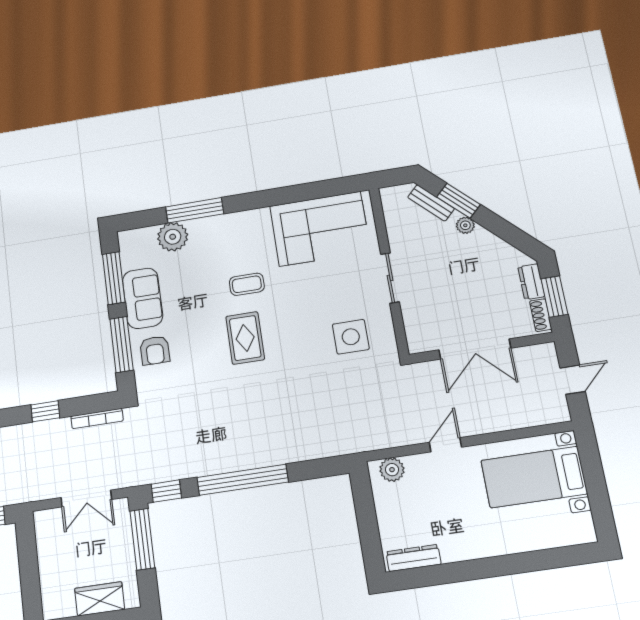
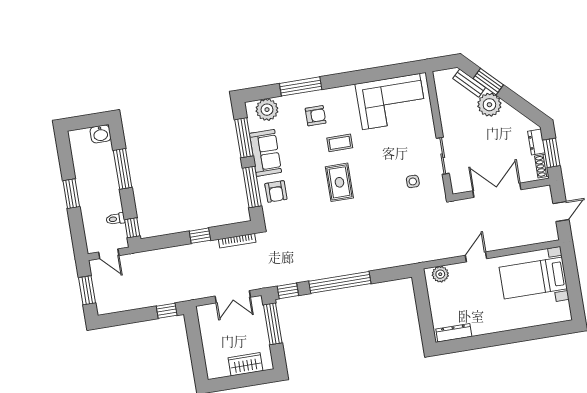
plant: (465, 225) -> (489, 105), width x1.87, depth x1.87
plant: (173, 237) -> (267, 110), moved
armchair: (214, 248) -> (316, 116), added
sliding door: (390, 278) -> (443, 156), moved
side table: (351, 337) -> (413, 181), width x0.54, depth x0.54
double door: (475, 349) -> (497, 190), swing flipped

